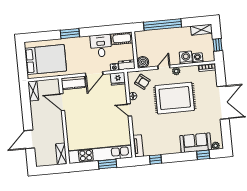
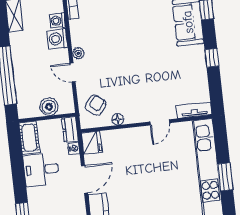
boiler: (143, 62) -> (49, 107), moved
door: (94, 74) -> (85, 179), hinge flipped
rug: (175, 98) -> (120, 55), removed
door: (129, 110) -> (160, 122), moved
window: (155, 159) -> (212, 58), moved
window: (107, 164) -> (225, 177), moved

